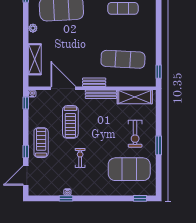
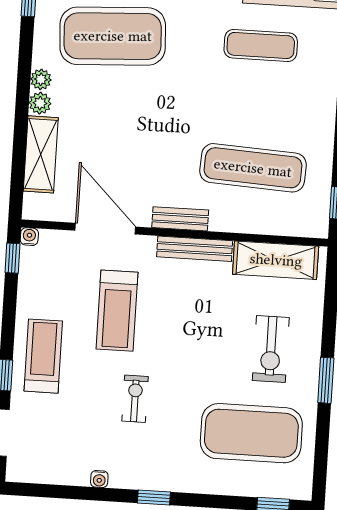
plant: (33, 38) -> (40, 103), added
window: (66, 198) -> (154, 497), moved

